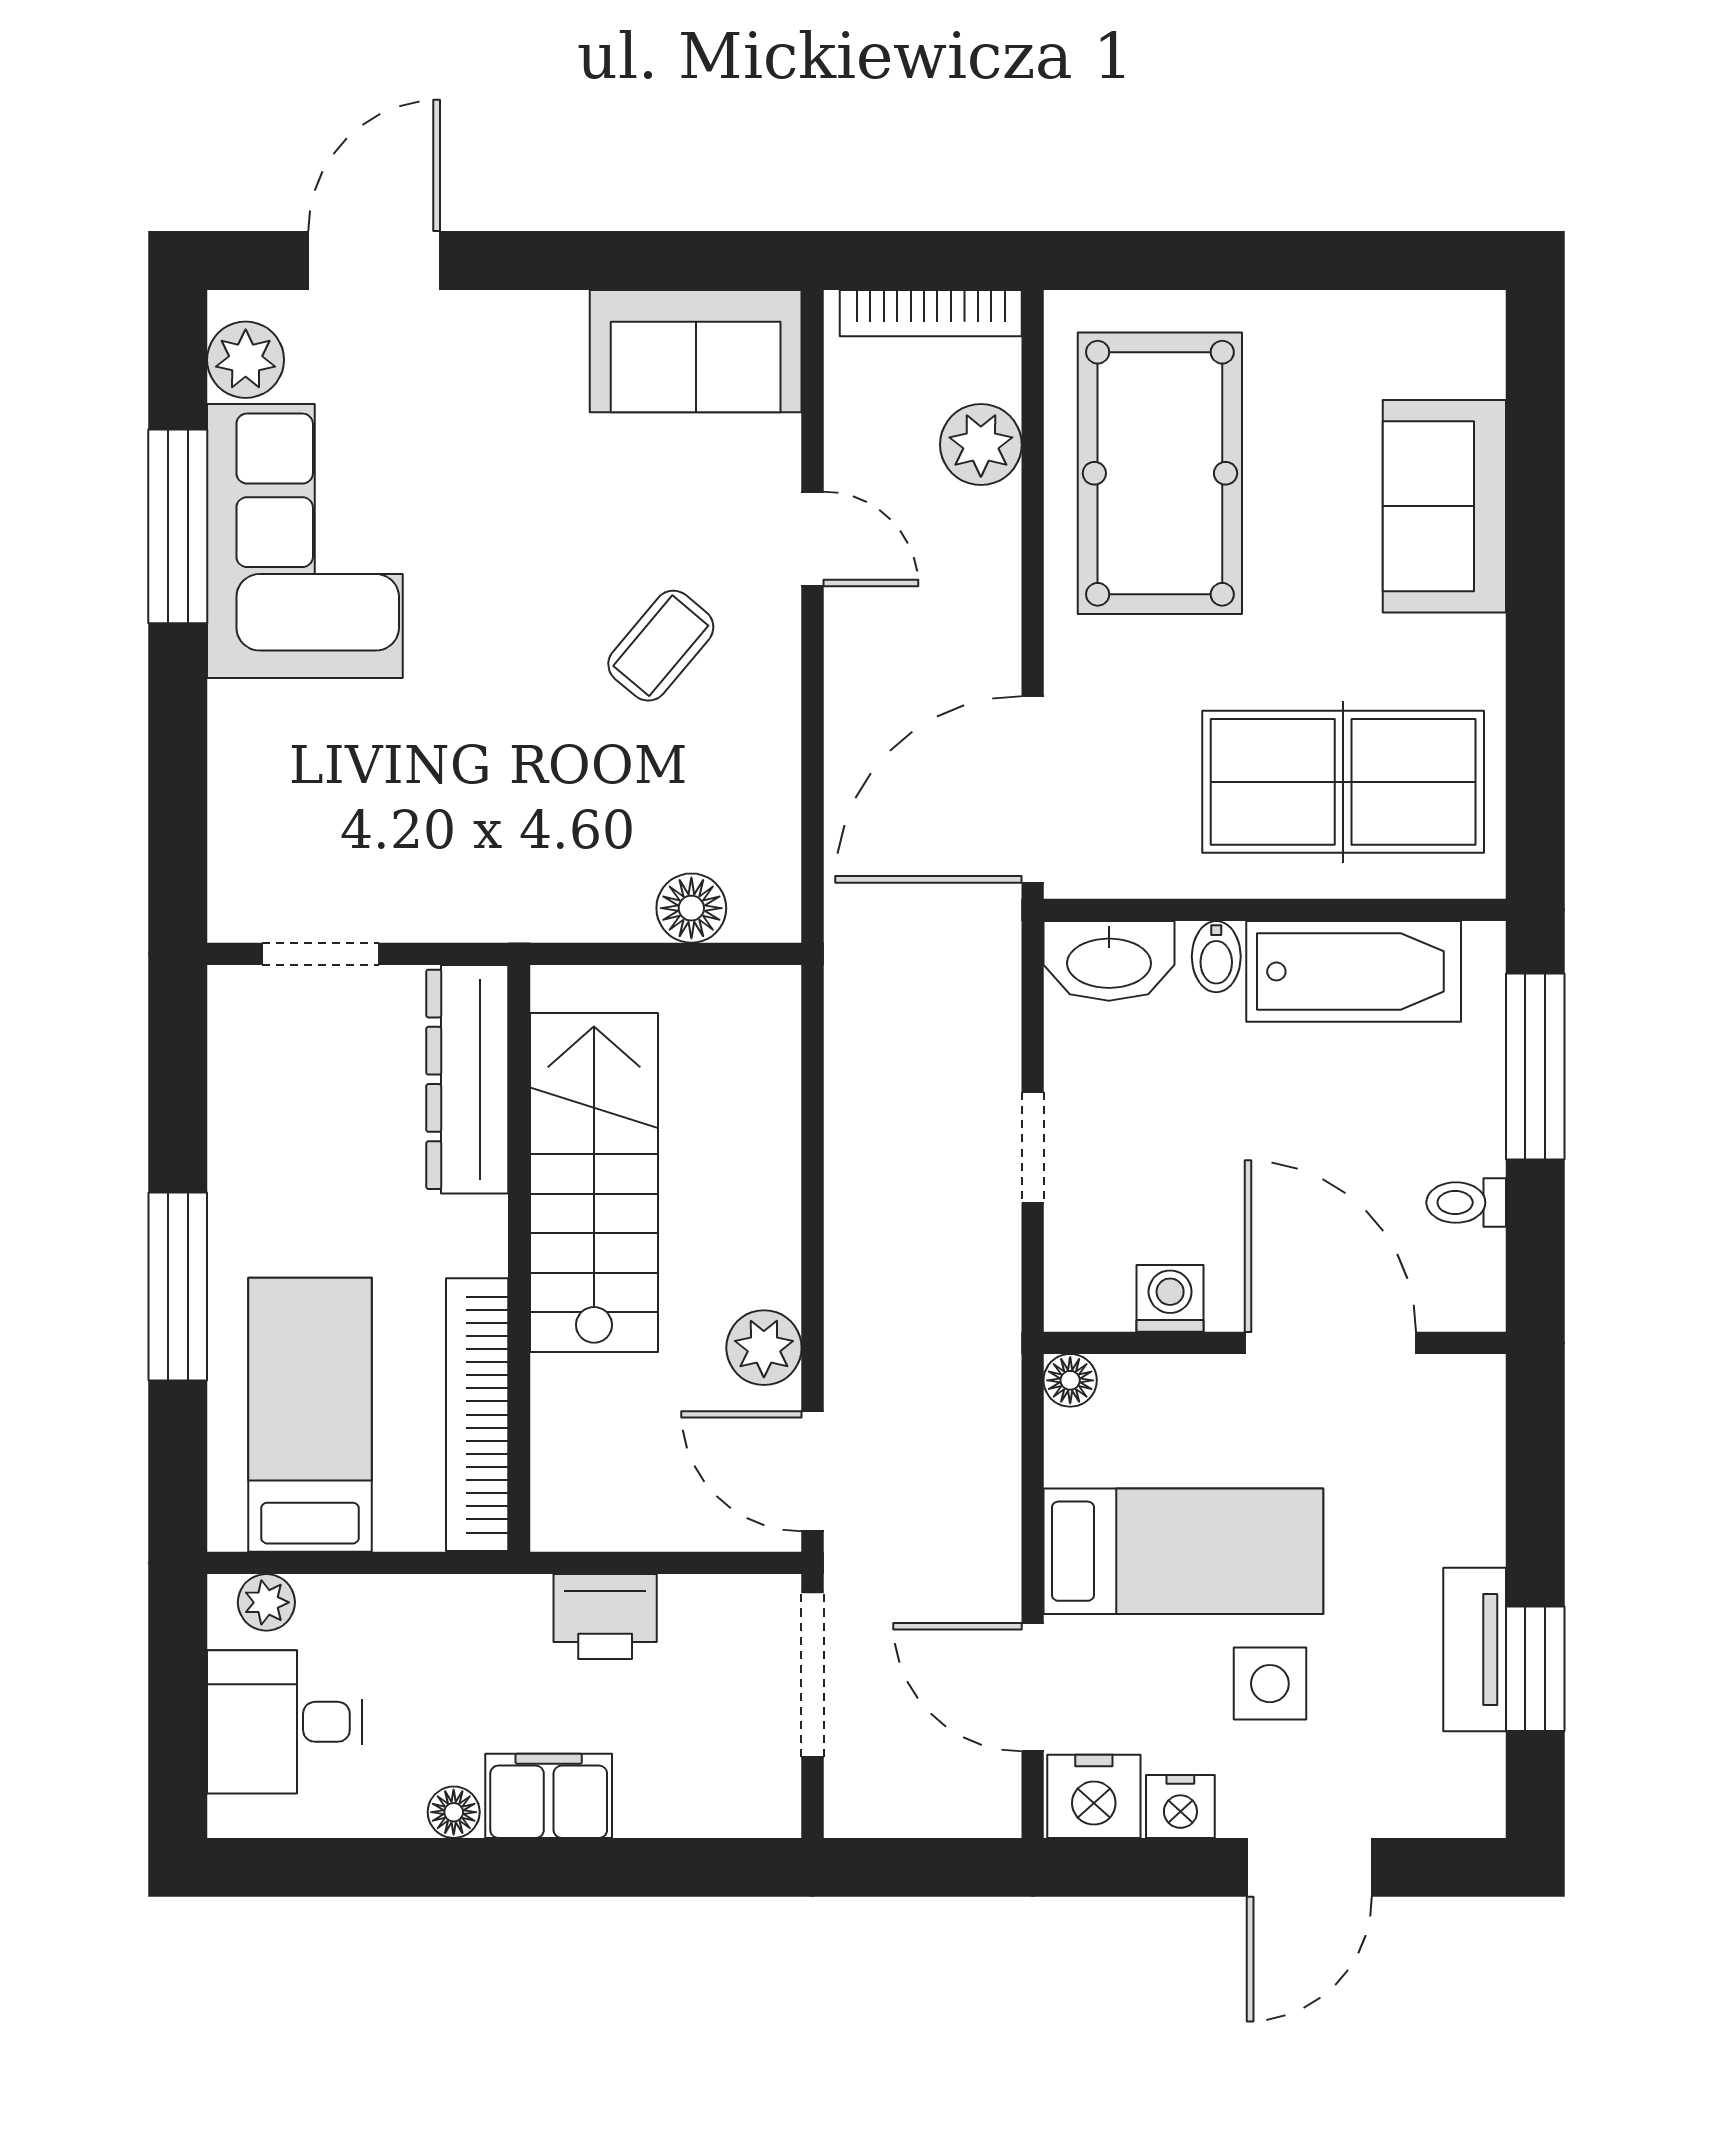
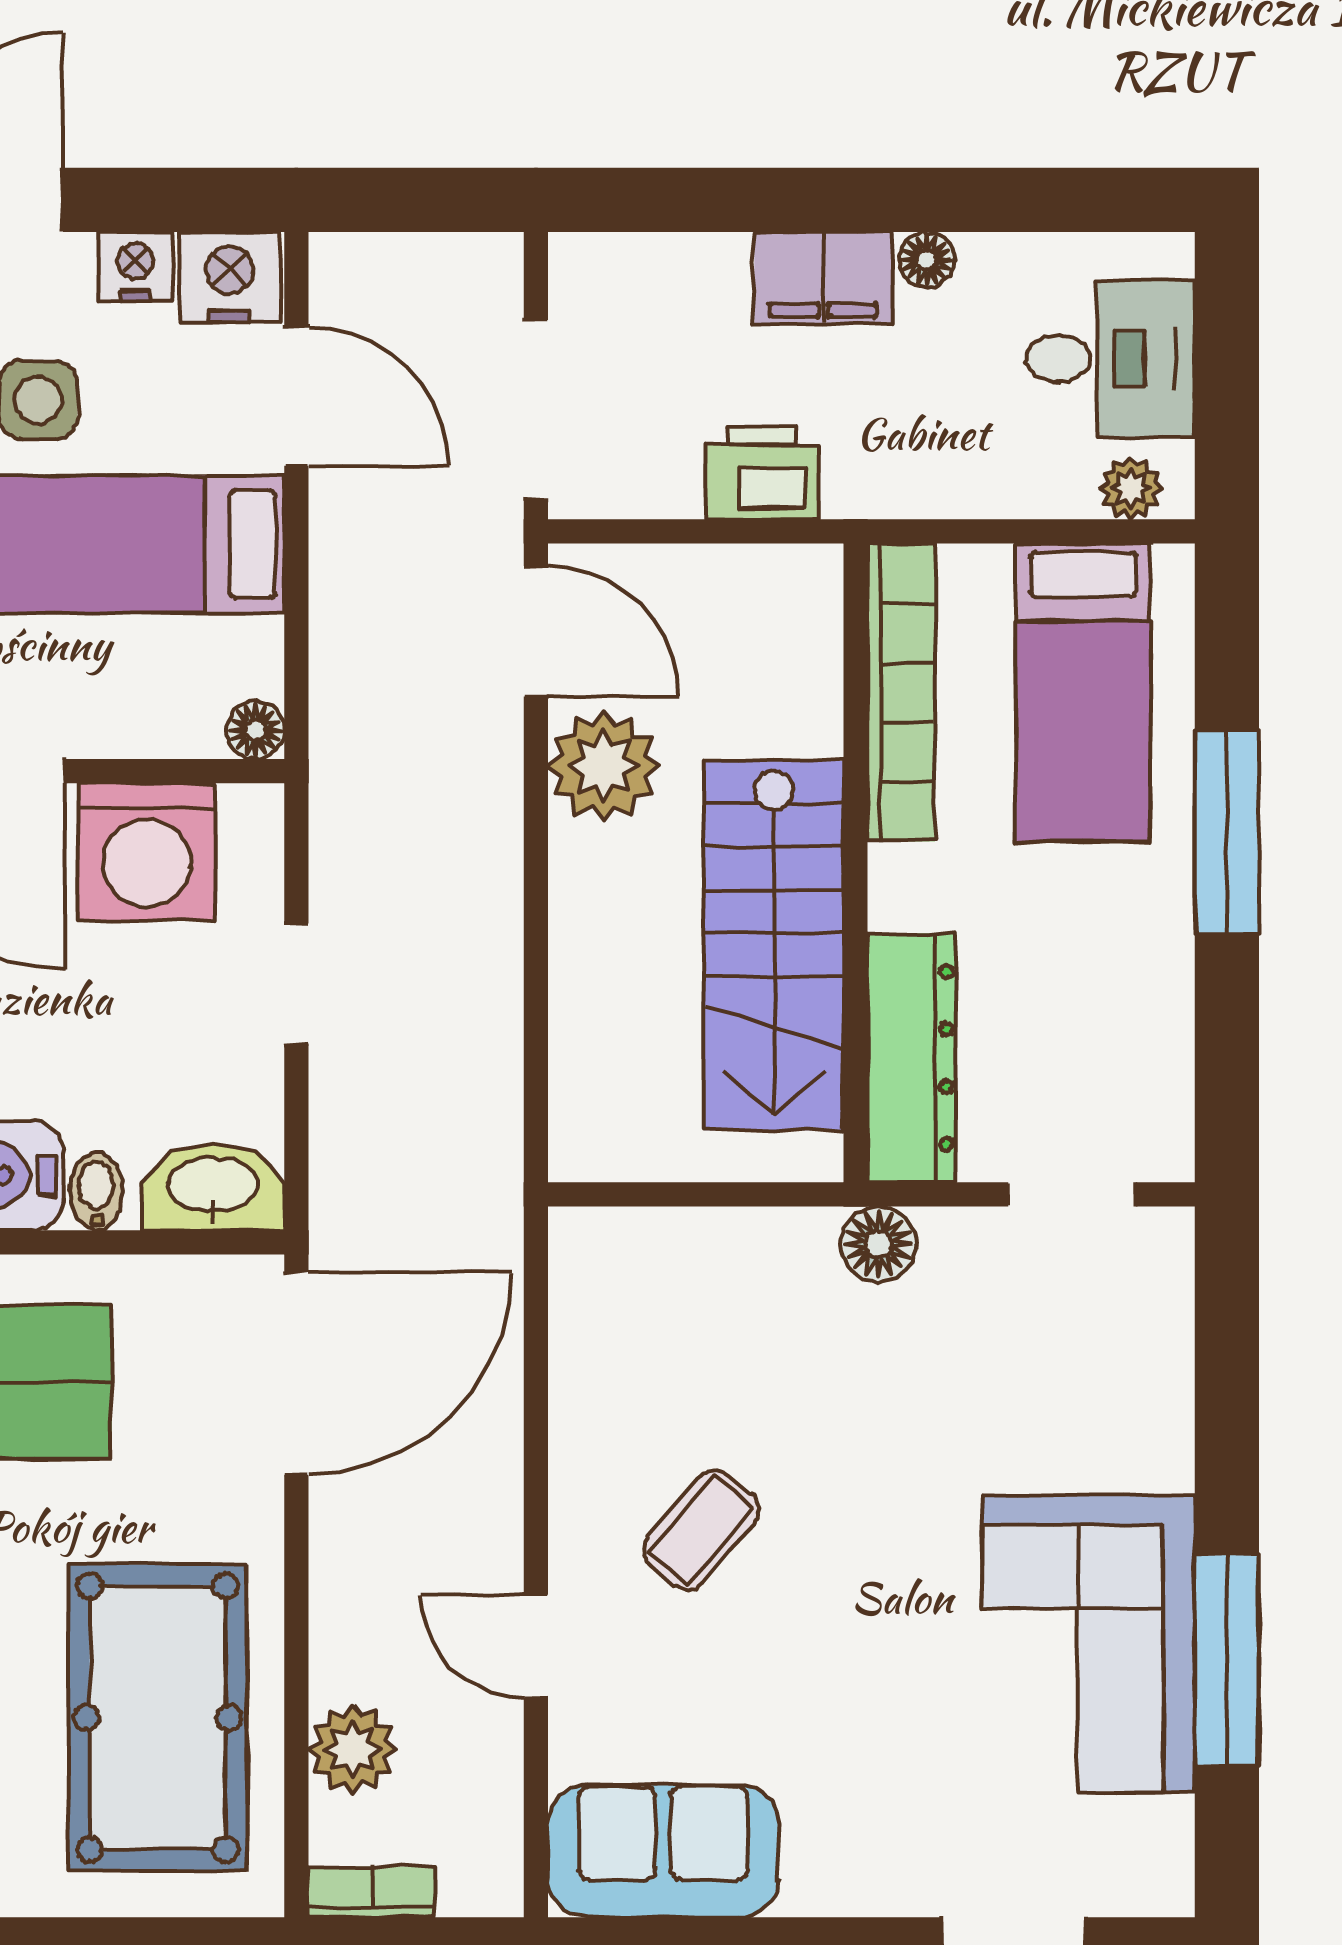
bookcase: (931, 313) -> (372, 1892), width x0.64
plant: (246, 360) -> (1153, 1841), removed
floor lamp: (691, 908) -> (879, 1244), moved
washing machine: (1170, 1298) -> (147, 852), width x1.89, depth x1.89
plant: (764, 1348) -> (604, 766), width x1.36, depth x1.36

